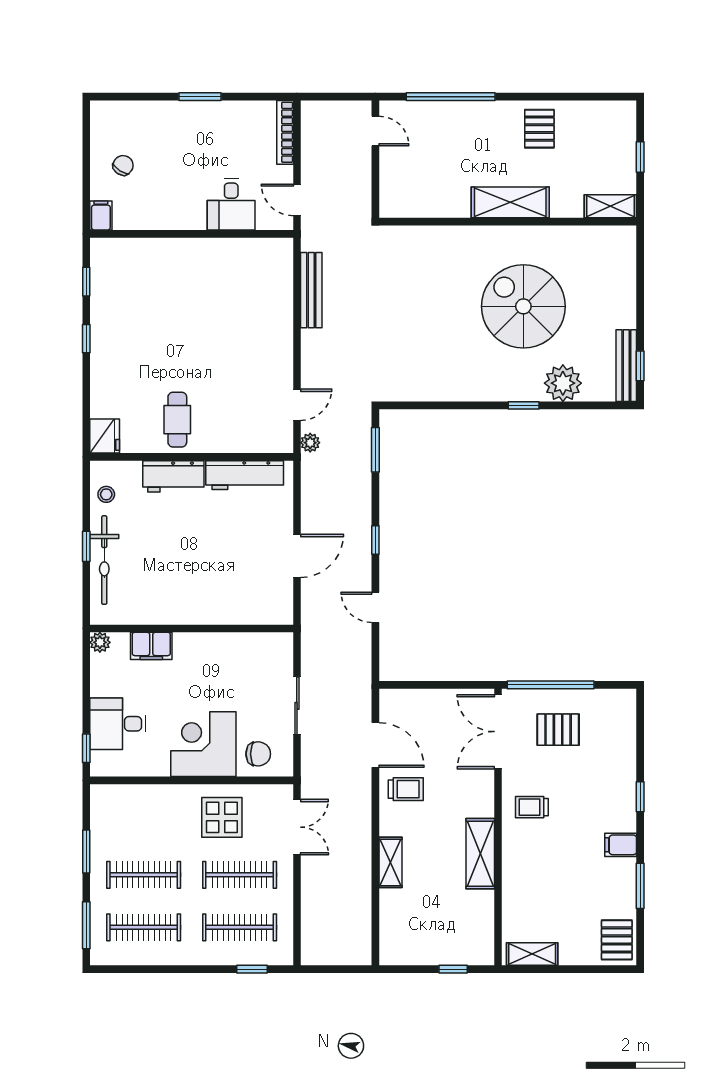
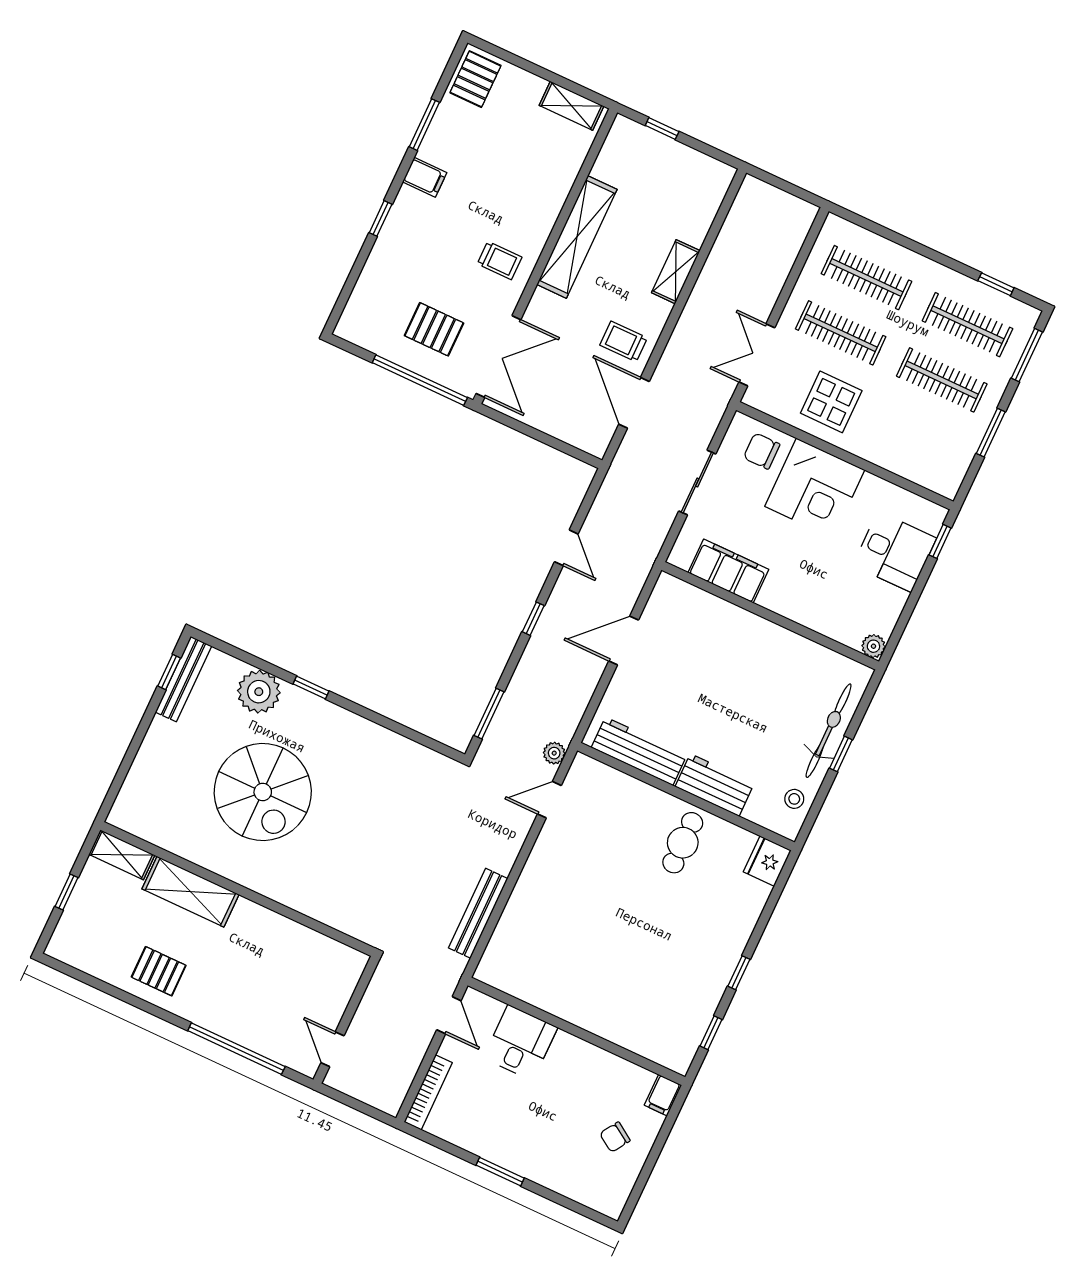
pallet: (539, 129) -> (159, 971), turned 90
shelving: (510, 202) -> (190, 892), moved
filing cabinet: (151, 646) -> (728, 571), moved, width x1.50, depth x1.17
shelving: (480, 854) -> (577, 237), width x1.47
window: (252, 969) -> (996, 284), moved

